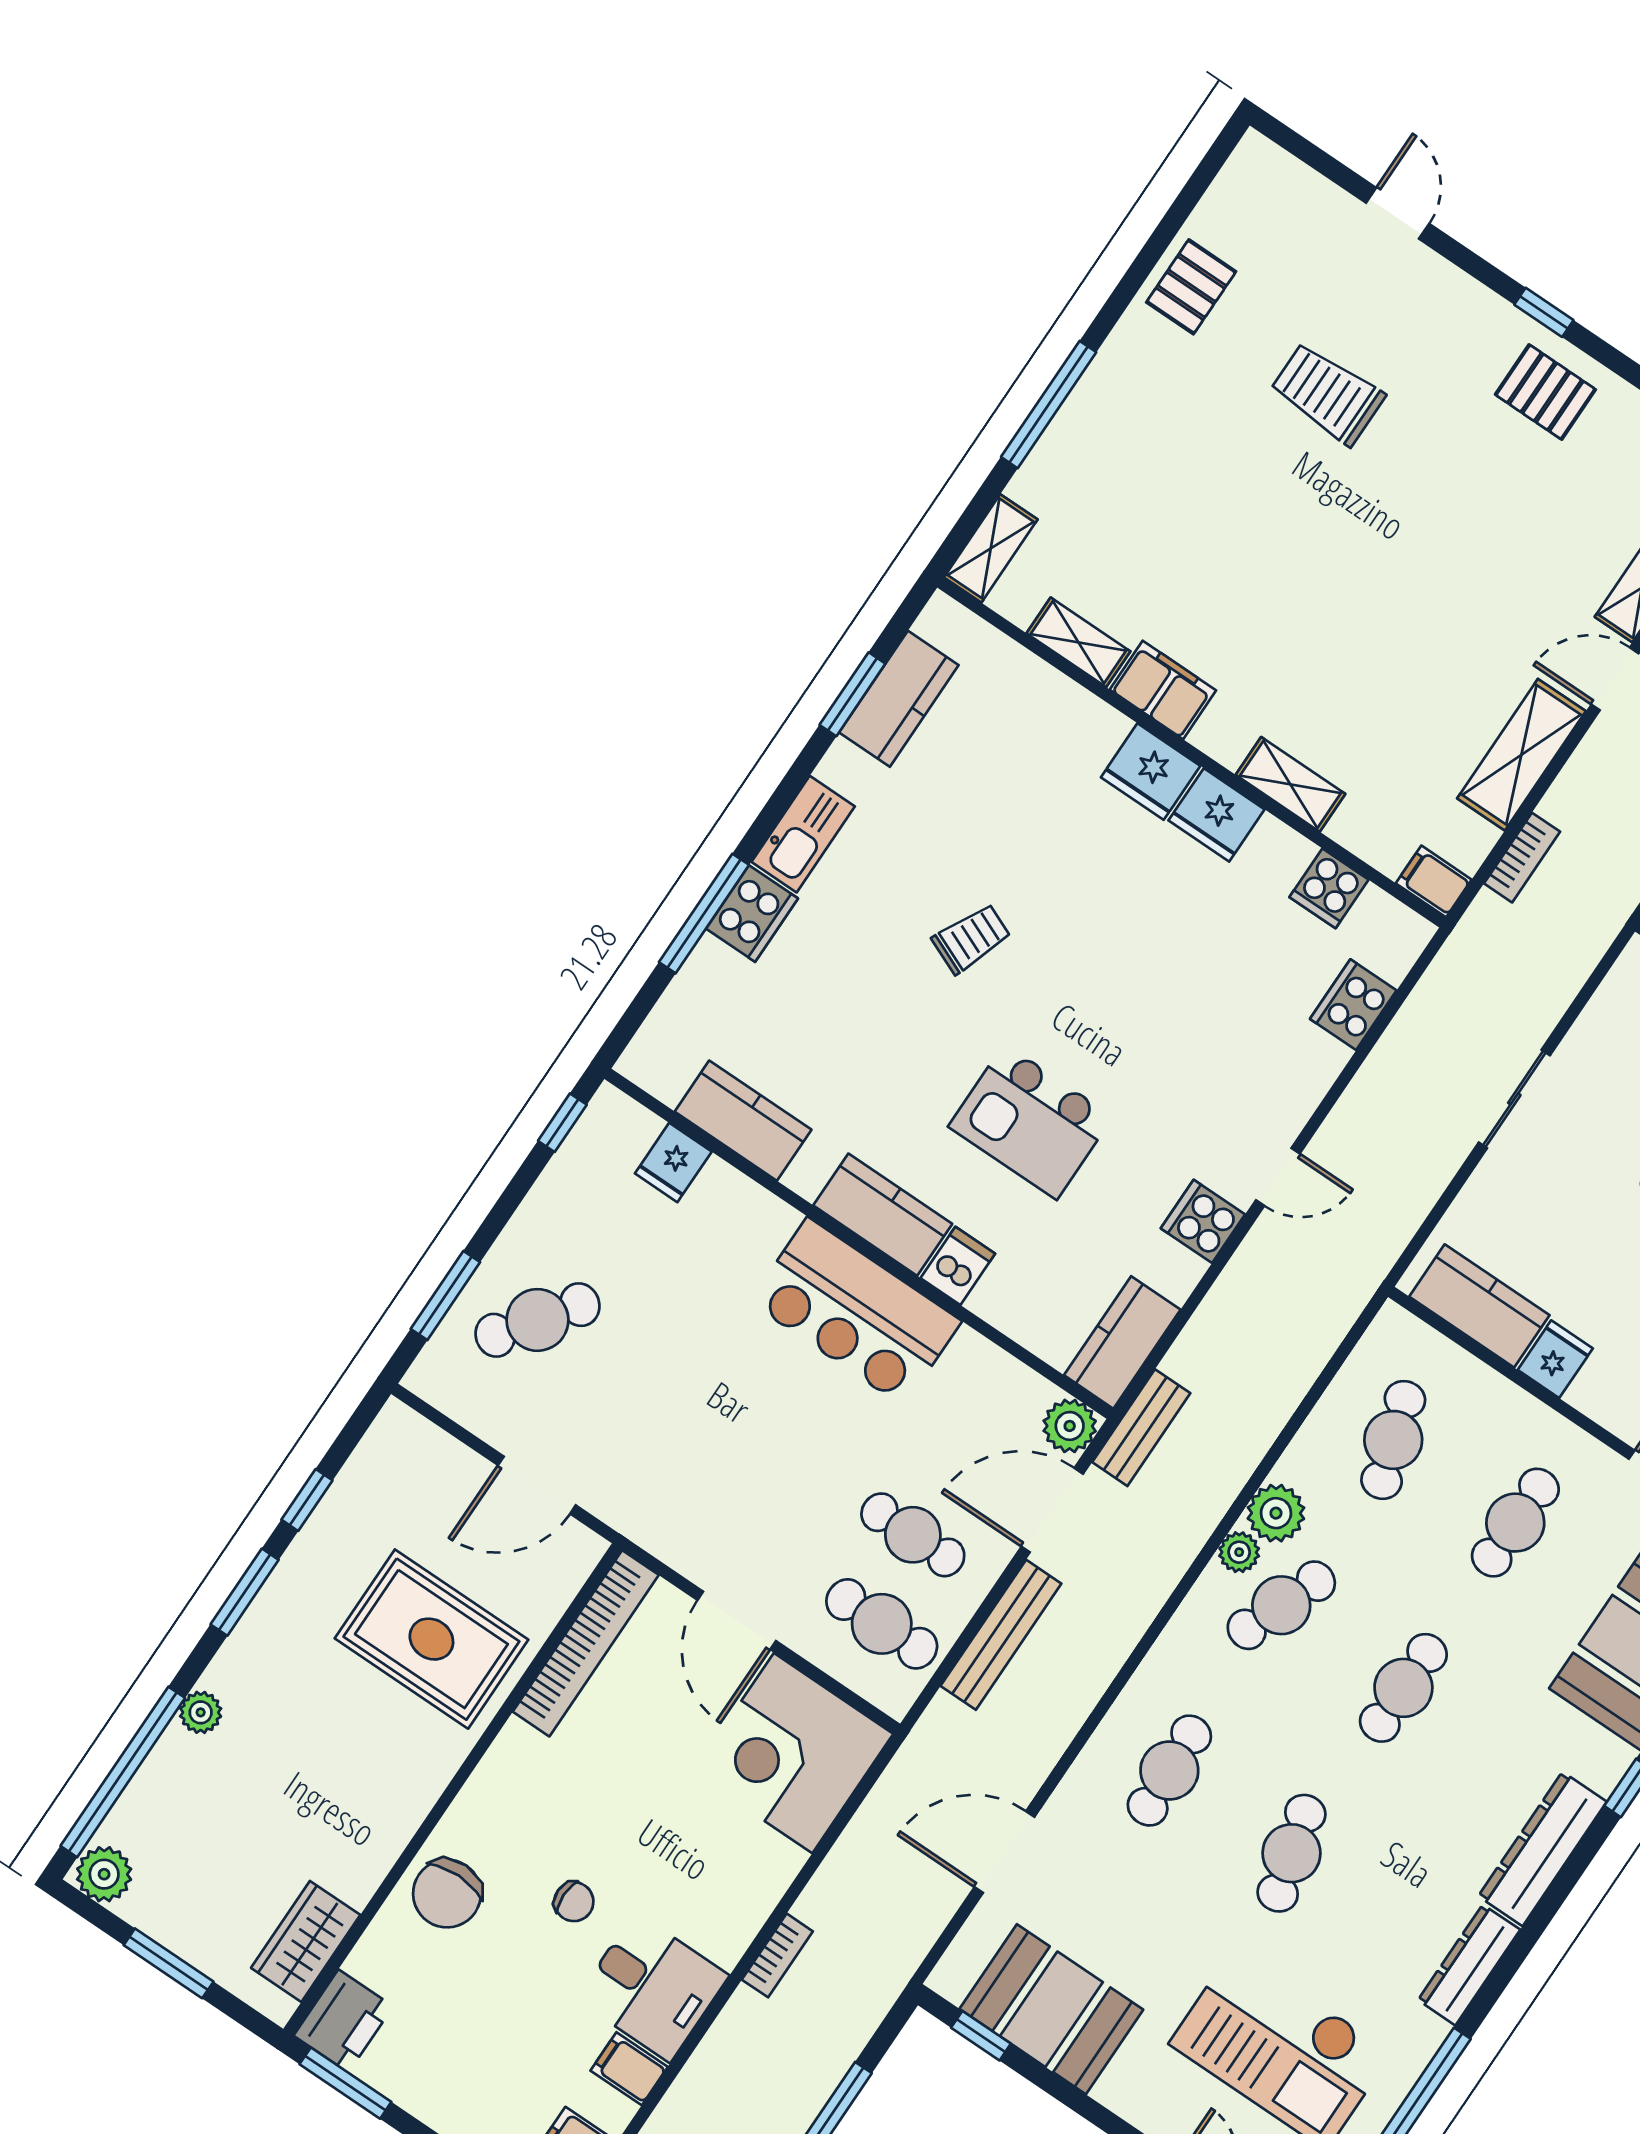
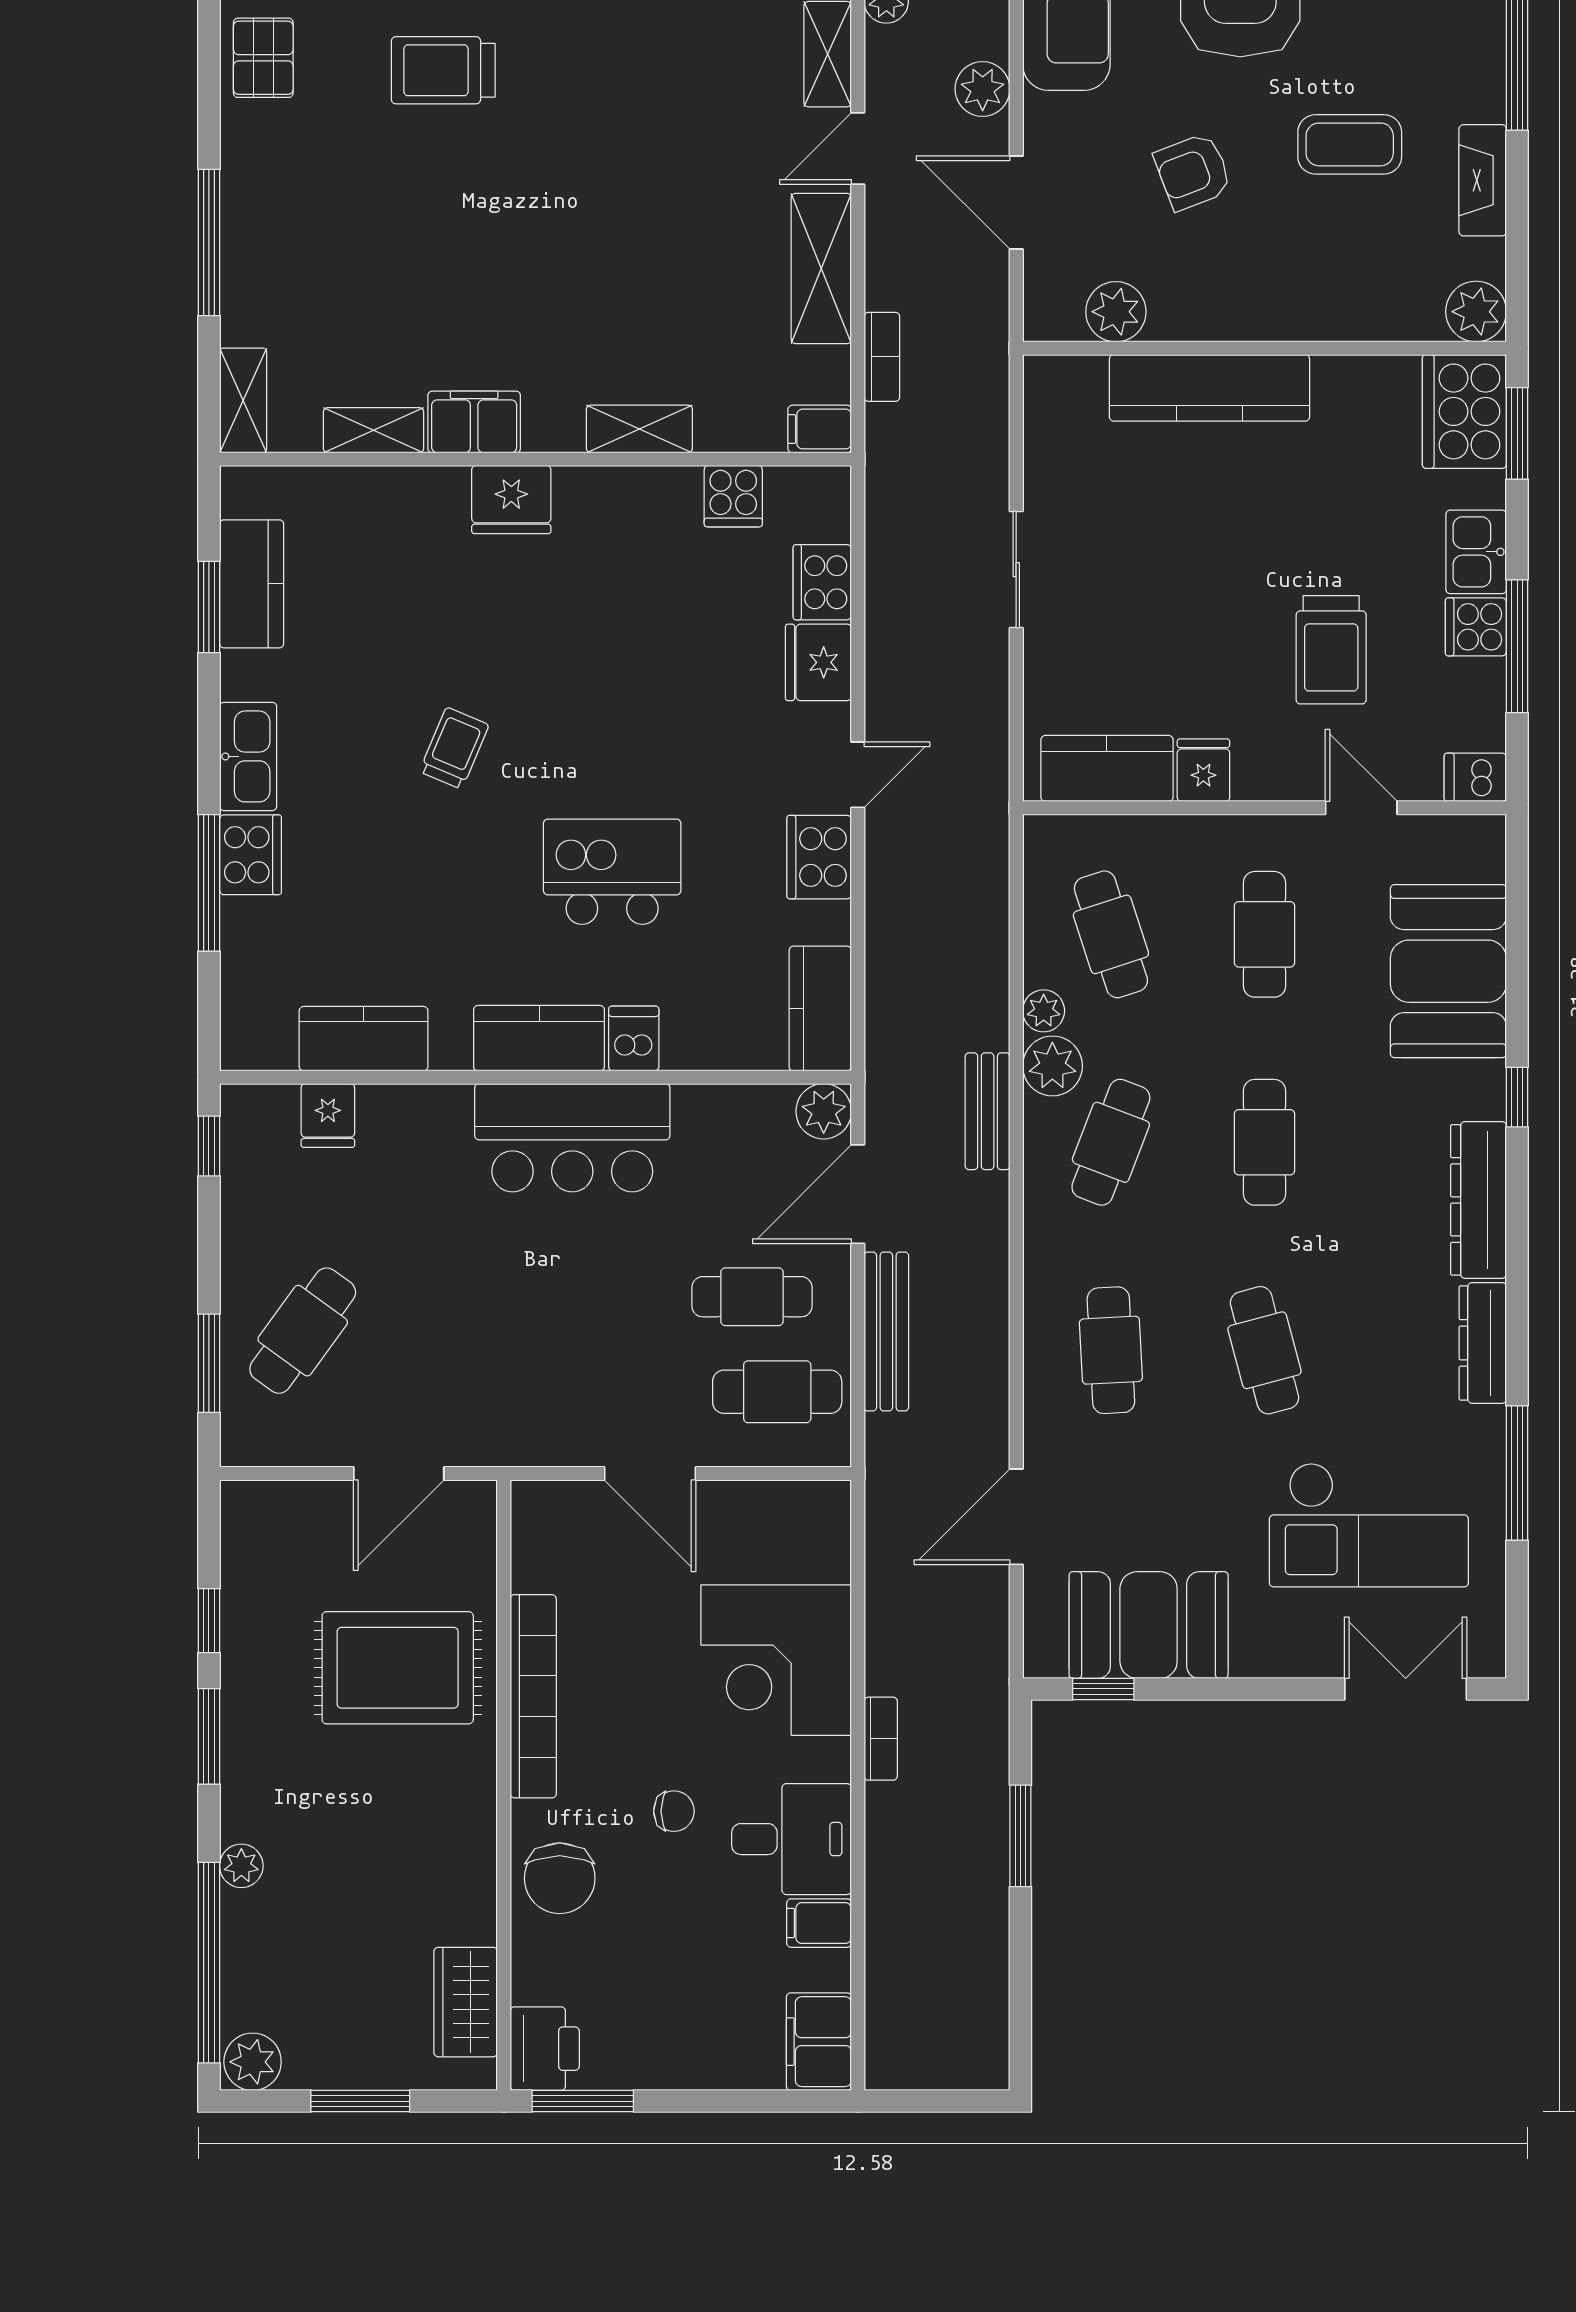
fridge: (1216, 815) -> (818, 662), moved, turned 90
kitchen island: (1030, 1122) -> (612, 872), turned 180
cooker: (1203, 1221) -> (819, 857), width x1.36
bench: (1141, 1428) -> (988, 1111), moved
plant: (1239, 1552) -> (1044, 1011), moved
bookcase: (586, 1643) -> (533, 1696), moved
corner desk: (793, 1753) -> (776, 1660), moved

